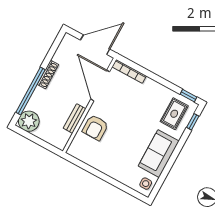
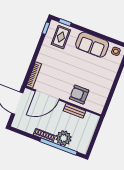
rug: (174, 114) -> (61, 37), turned 90
plant: (29, 121) -> (64, 138), moved
armchair: (95, 127) -> (79, 95), turned 180

